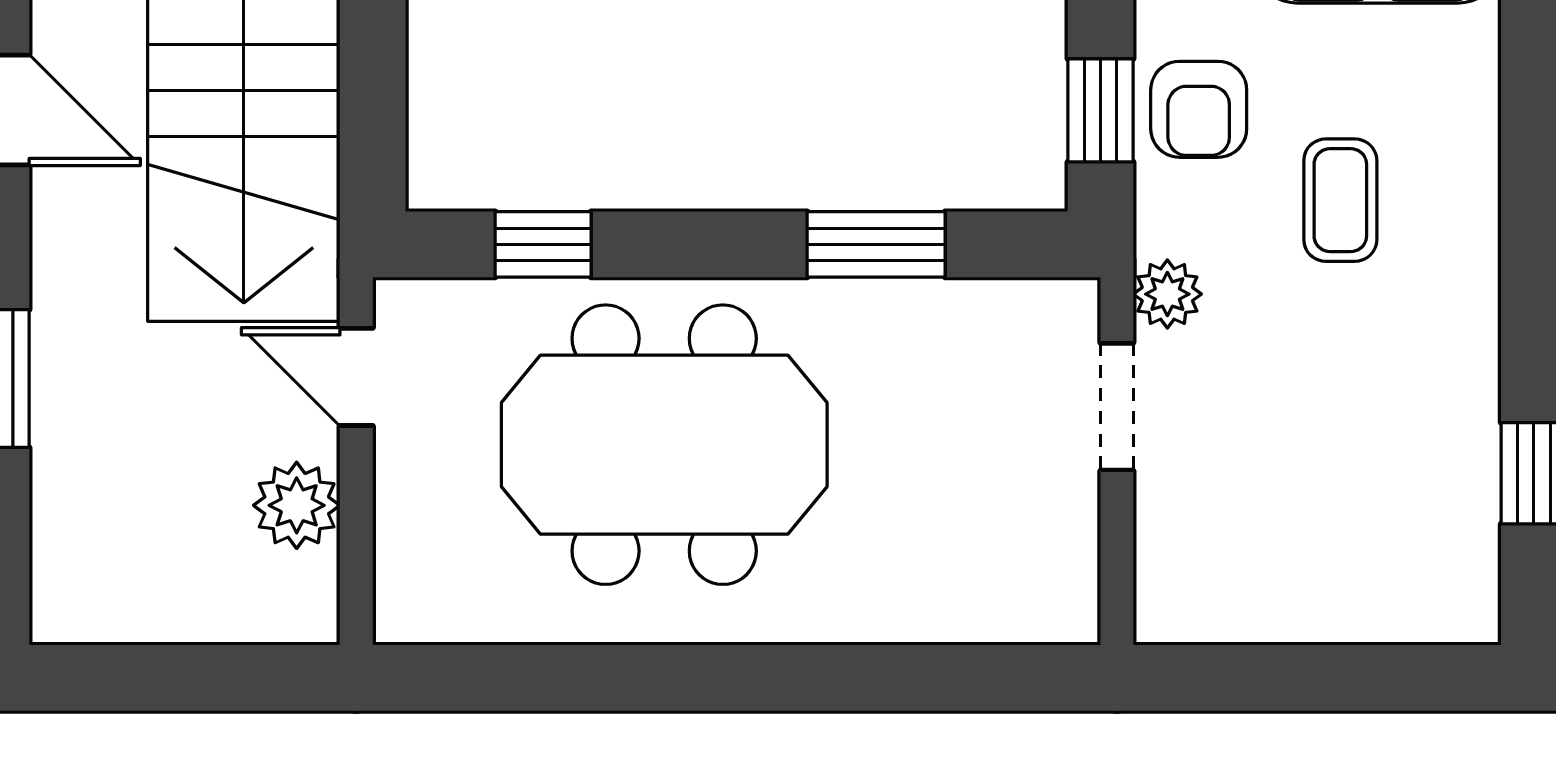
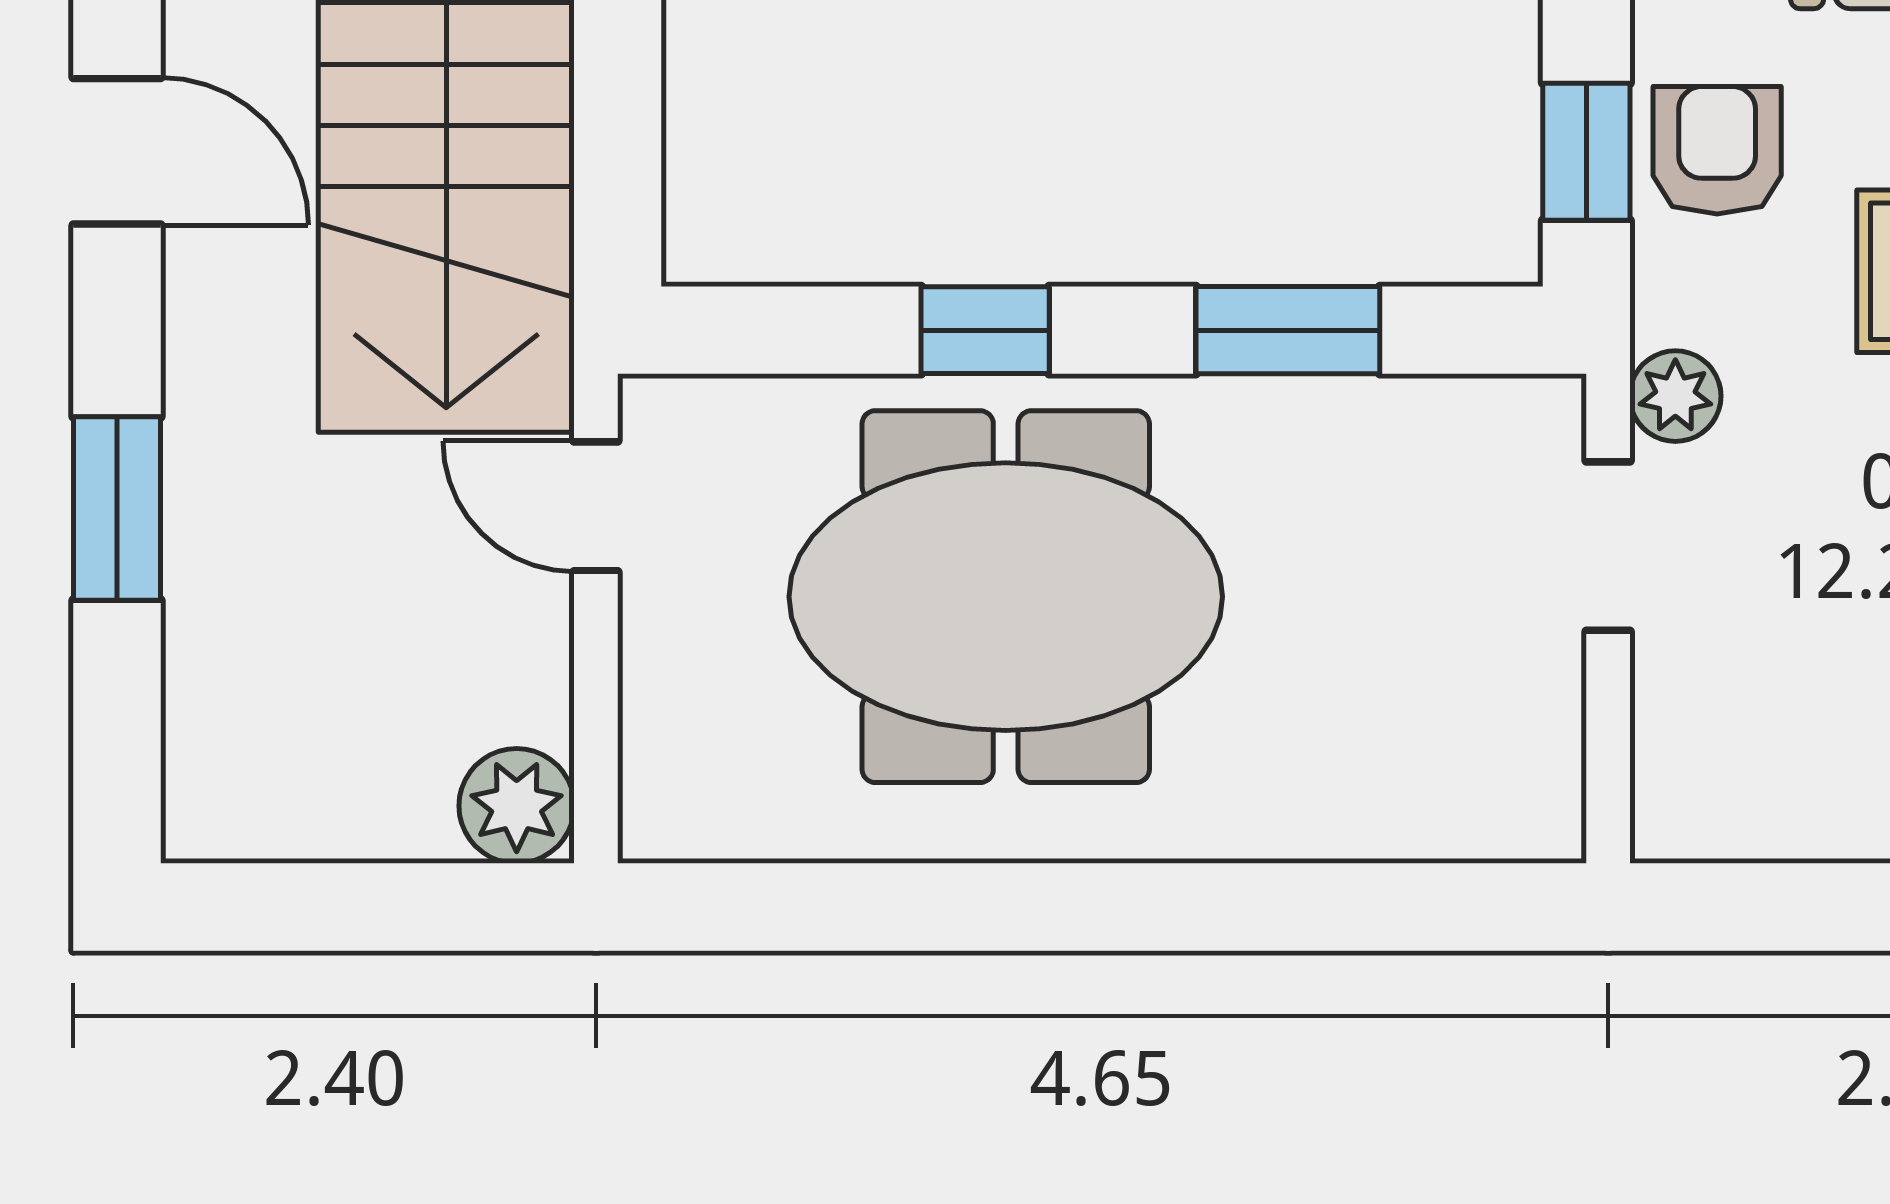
armchair: (1199, 109) -> (1717, 150), turned 180
window: (543, 244) -> (985, 330), moved
plant: (297, 505) -> (517, 806), moved

